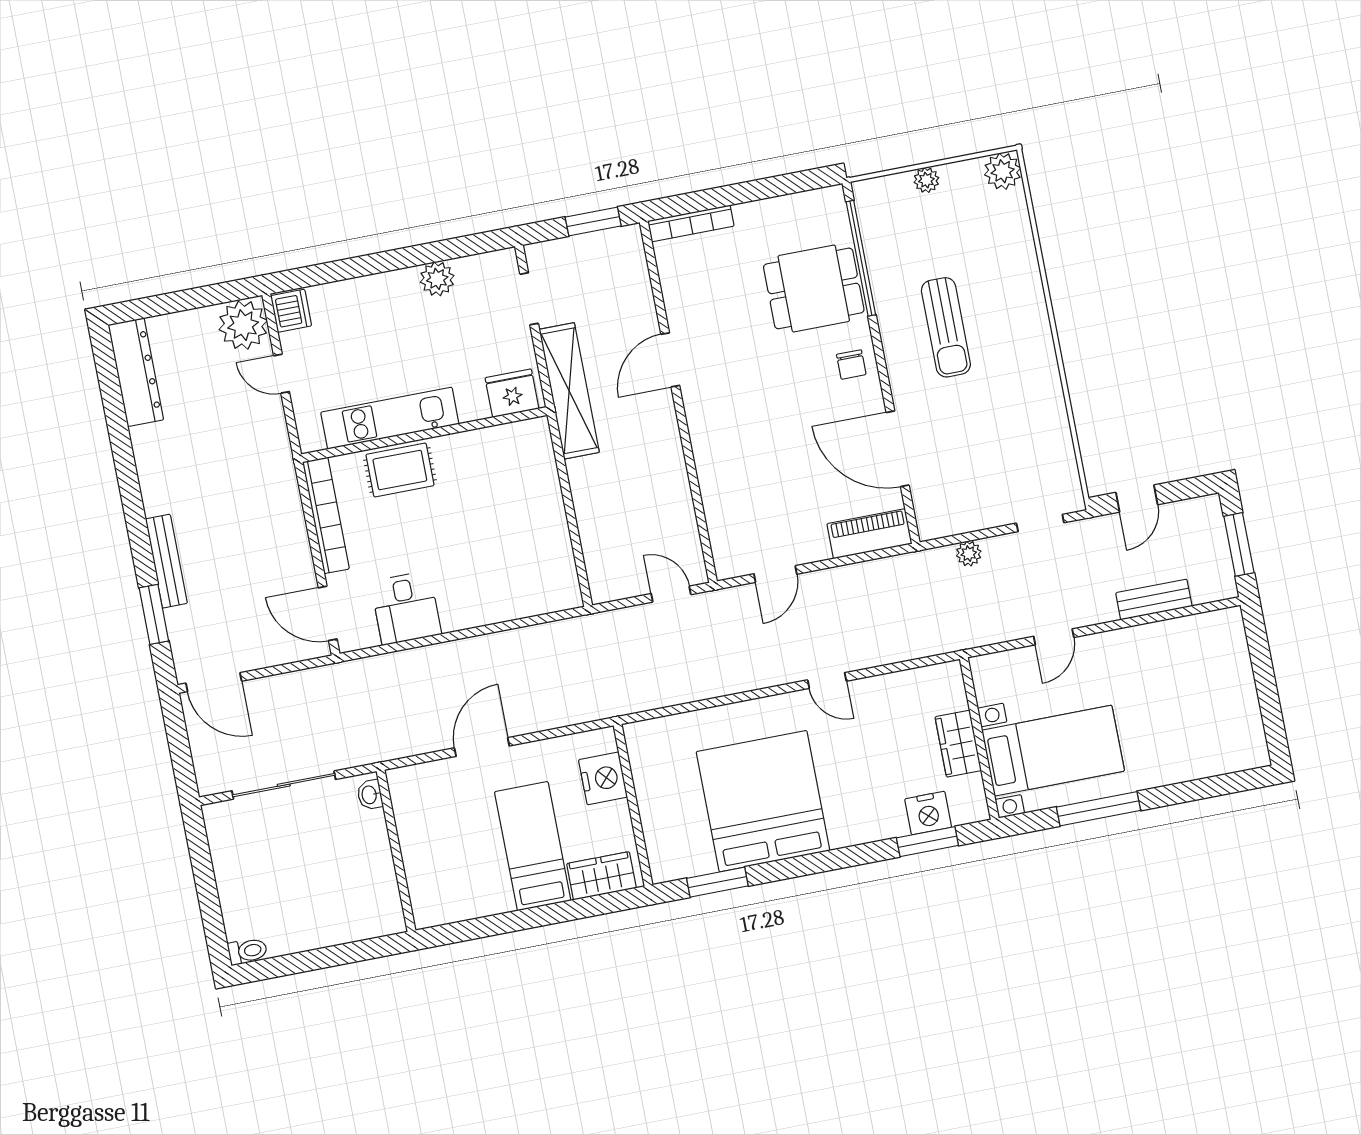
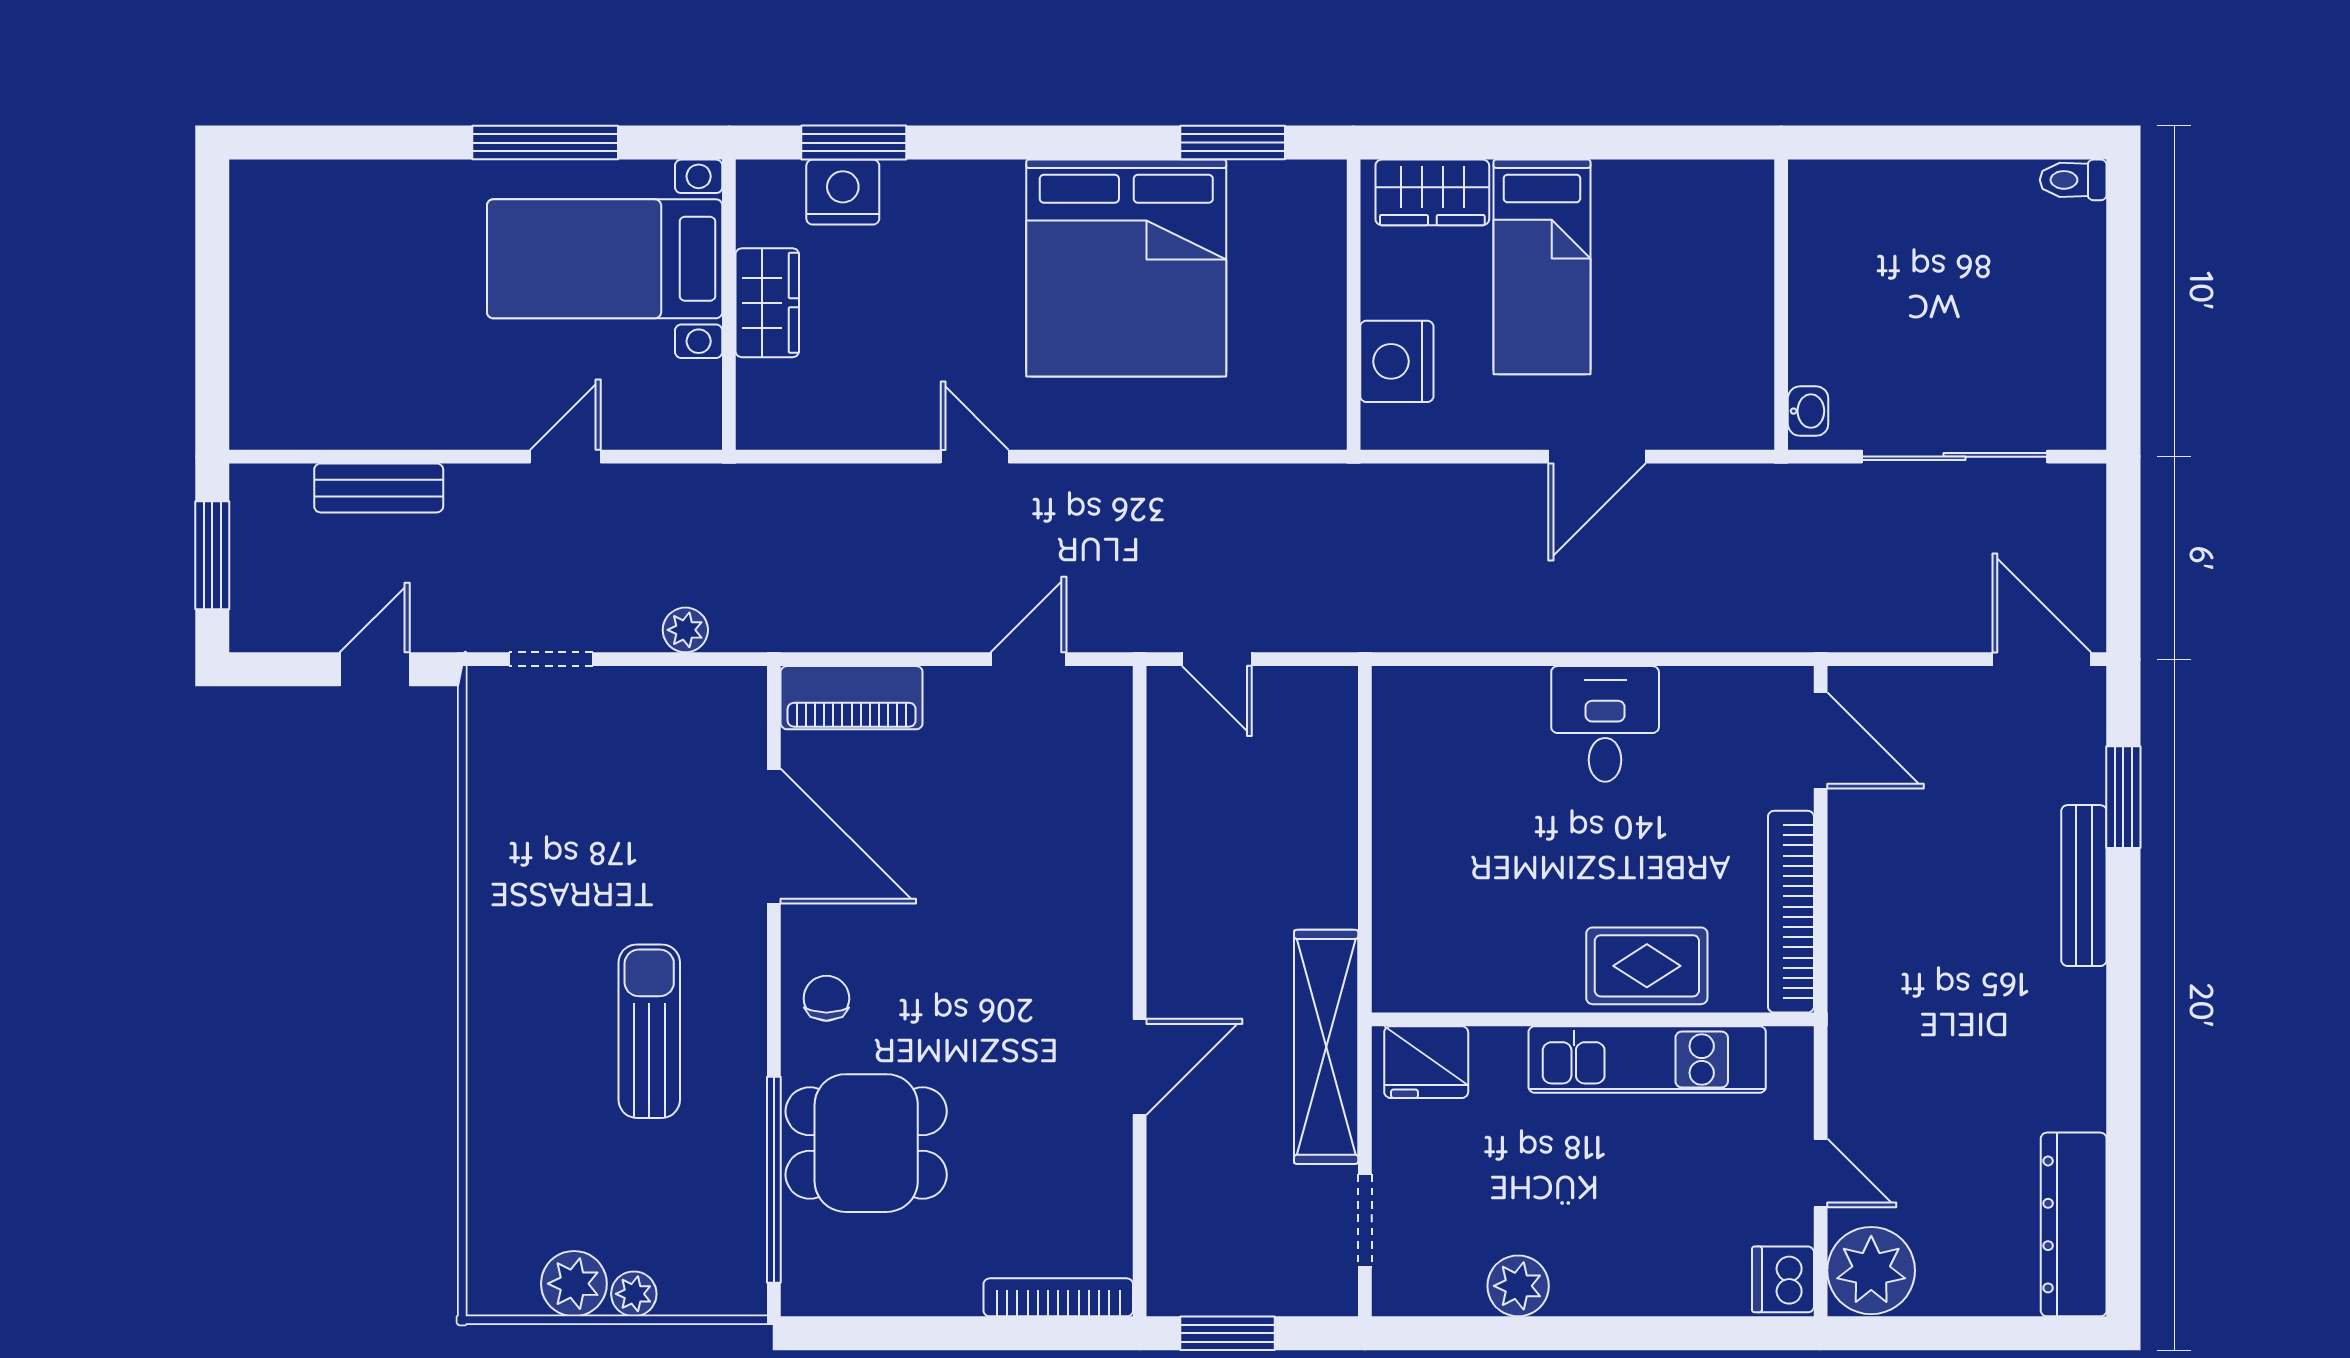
plant: (1003, 171) -> (574, 1284), moved
desk: (406, 608) -> (1605, 724), moved

